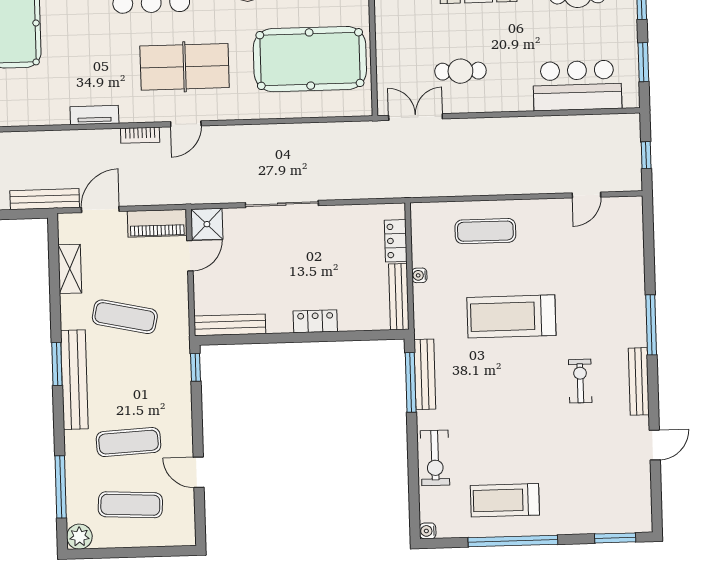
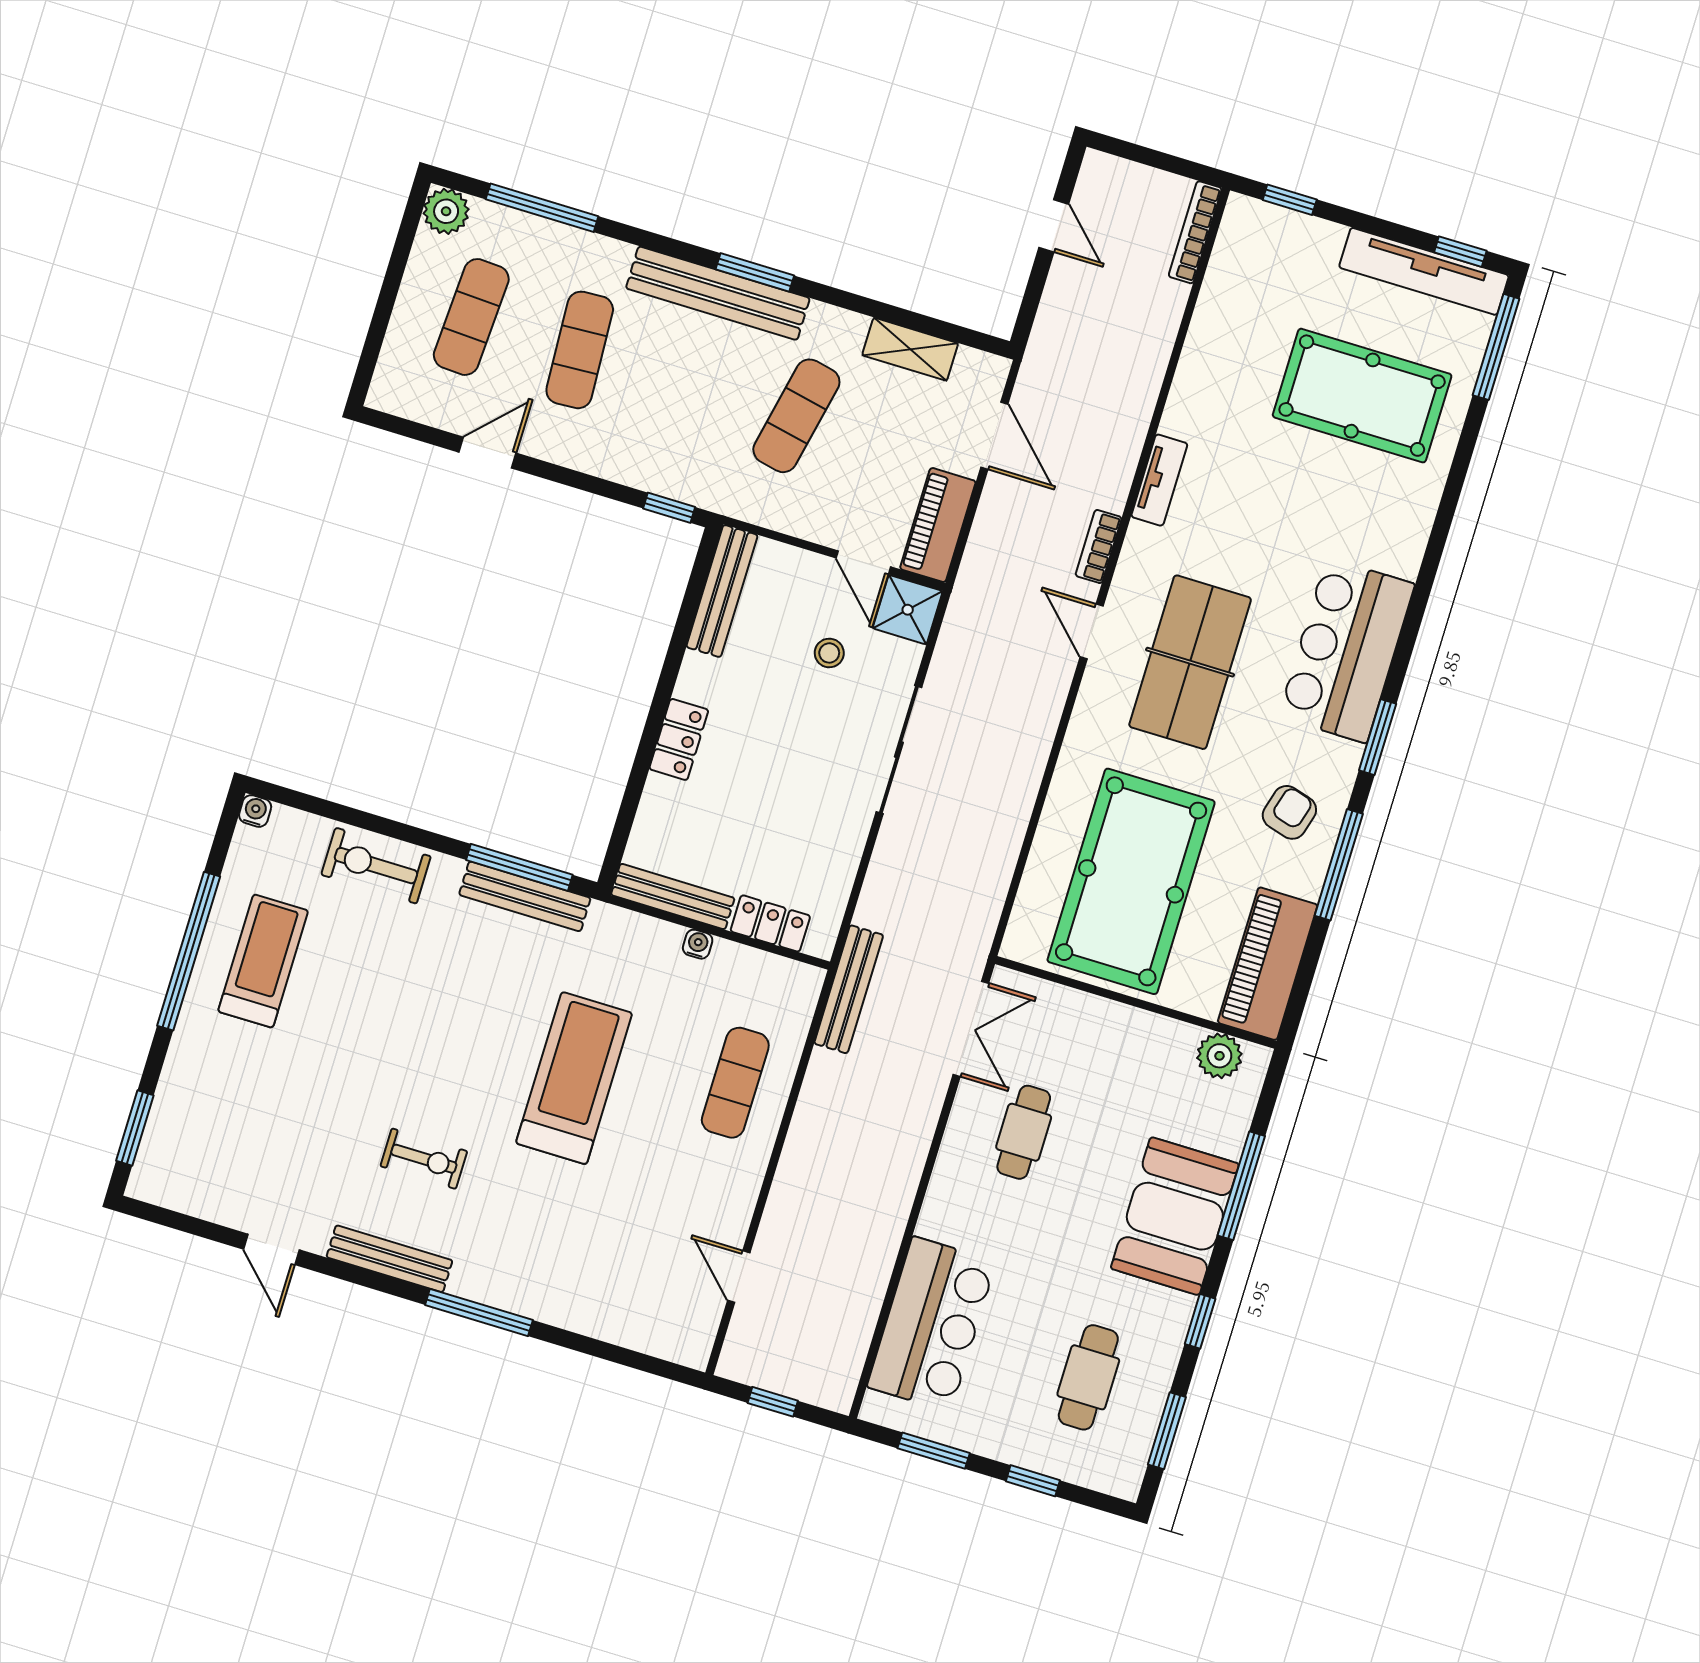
bench: (45, 199) -> (849, 989), moved
stool: (243, 258) -> (829, 653), added

